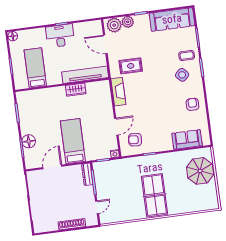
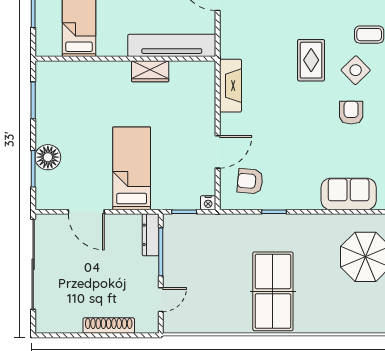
rug: (131, 66) -> (311, 60), moved, turned 90
armchair: (192, 104) -> (351, 113), moved
door: (52, 167) -> (86, 212), swing flipped

